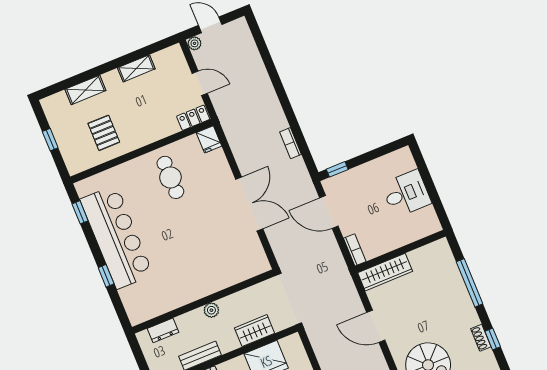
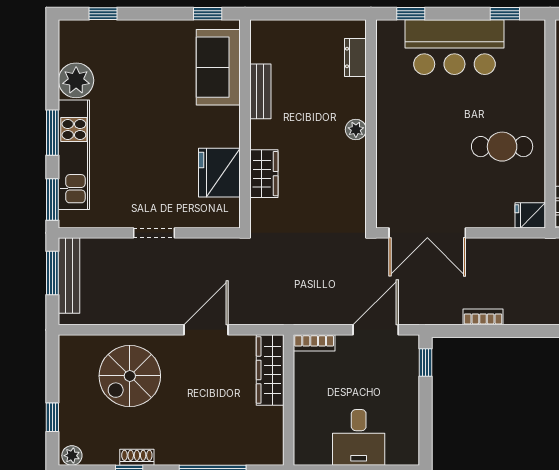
bar counter: (117, 237) -> (454, 47), width x0.73
wall: (203, 301) -> (371, 124), moved
plant: (211, 310) -> (356, 130), moved
dresser: (163, 330) -> (355, 57), moved

